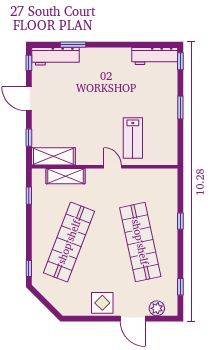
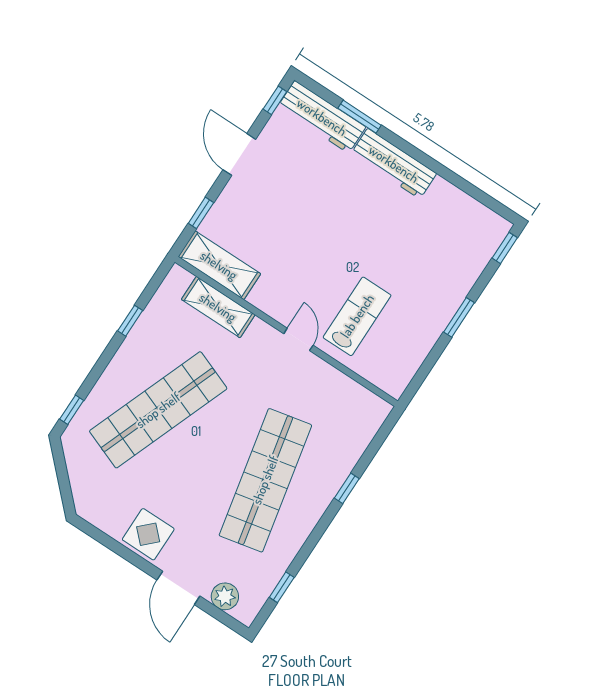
workbench: (155, 56) -> (394, 164), moved
lab bench: (133, 138) -> (357, 316), turned 180
window: (29, 196) -> (130, 321), moved

